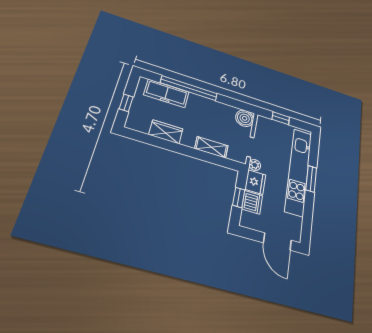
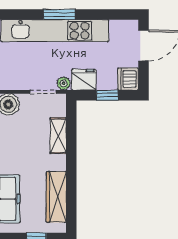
wardrobe: (166, 132) -> (56, 197), width x1.50
dishwasher: (252, 202) -> (128, 79), moved, turned -90

